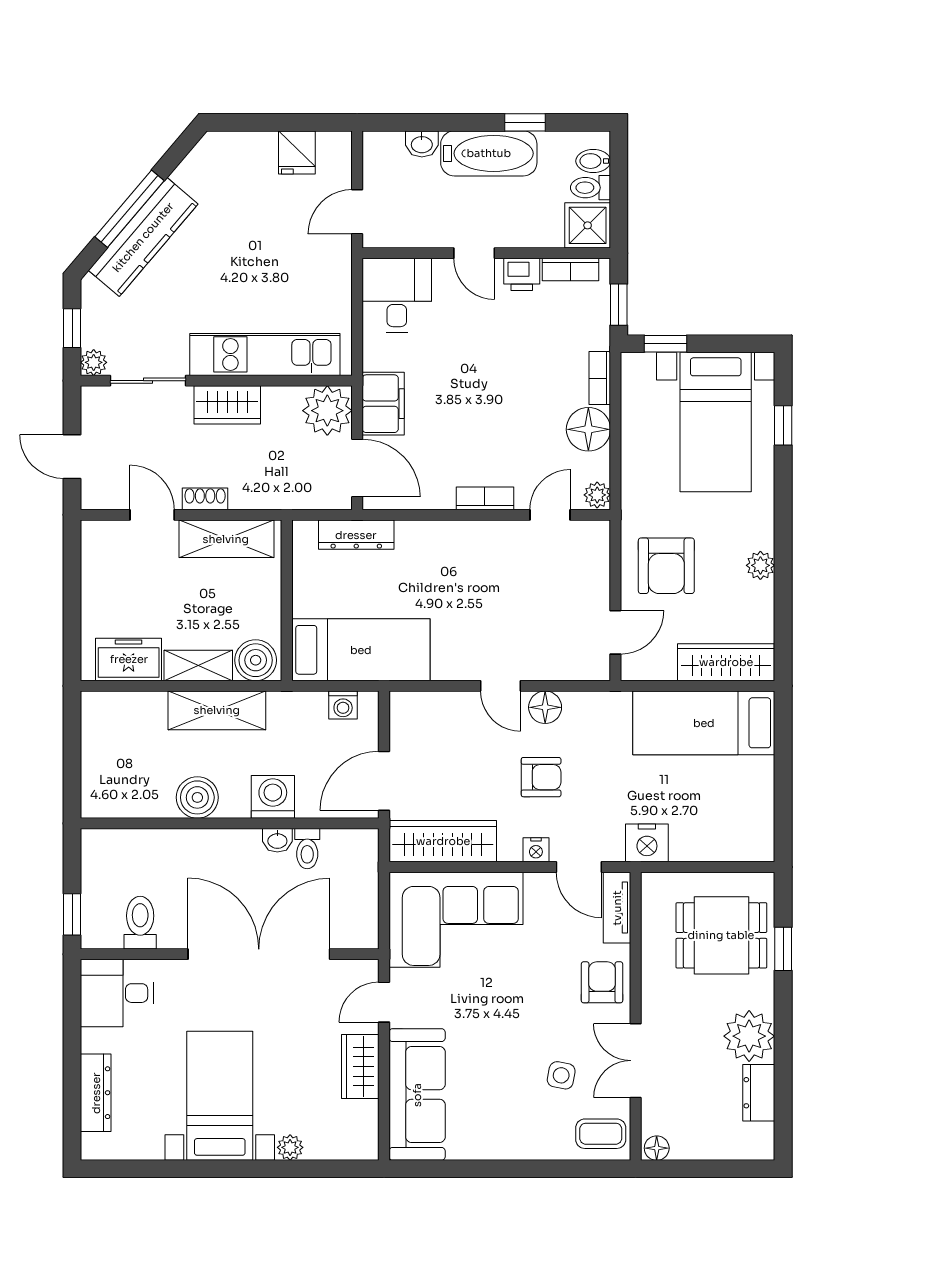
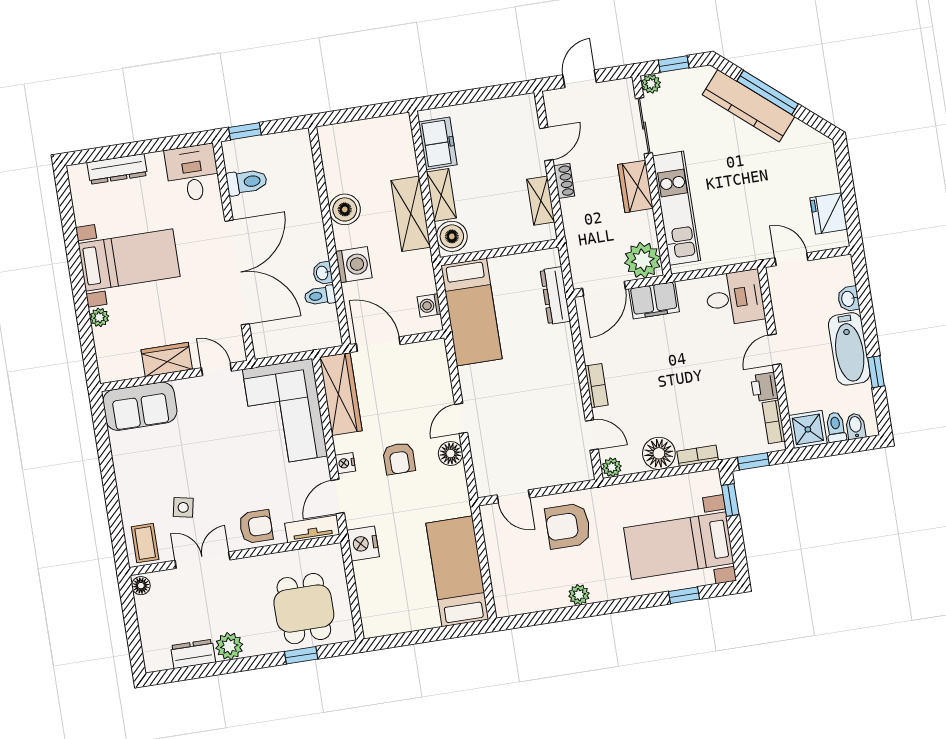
fridge: (297, 152) -> (829, 214), width x1.38
shelving: (226, 539) -> (541, 201), width x0.67, depth x0.75
wardrobe: (726, 662) -> (504, 581), removed
plant: (749, 1036) -> (229, 646), width x0.73, depth x0.73
sofa: (417, 1095) -> (140, 406), width x0.73

